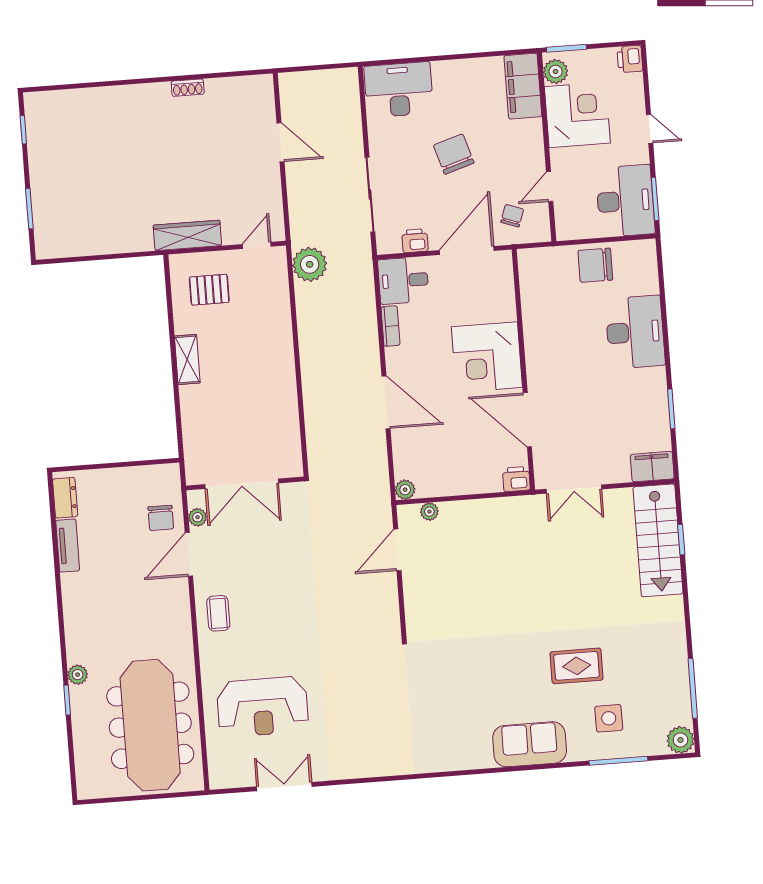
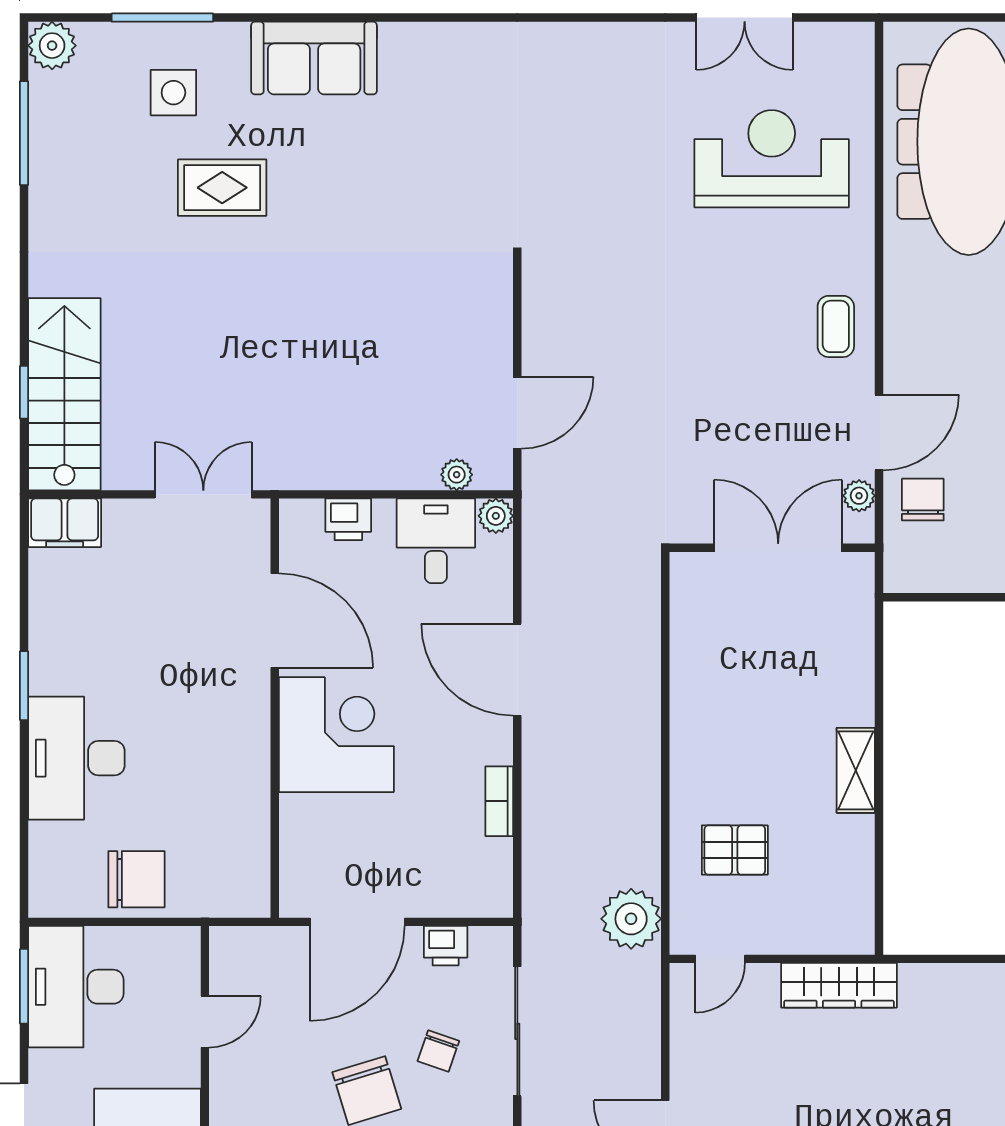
chair: (512, 216) -> (438, 1051), moved
desk: (403, 280) -> (436, 541), moved, turned -90
pallet: (209, 290) -> (735, 850), moved
window: (671, 409) -> (24, 686), moved
printer: (516, 479) -> (348, 519), moved

